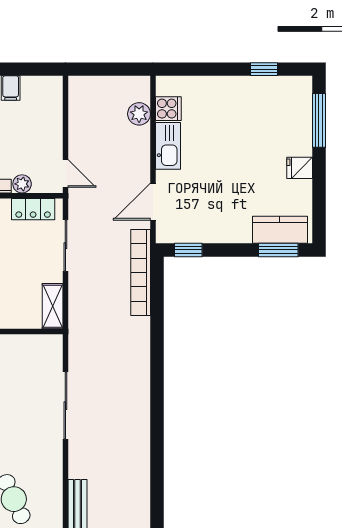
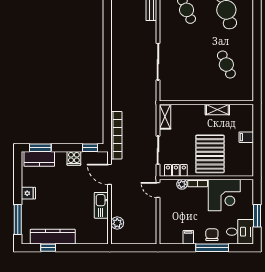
kitchen counter: (256, 89) -> (53, 237), added
cooker: (168, 109) -> (74, 158), moved, turned -90
door: (153, 202) -> (110, 174), swing flipped

